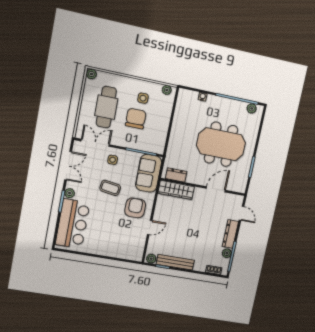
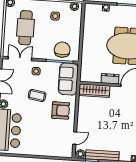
chair: (136, 119) -> (62, 50), moved
dresser: (176, 175) -> (110, 79), moved
armchair: (135, 208) -> (61, 110), turned 90
door: (150, 227) -> (75, 138), moved

